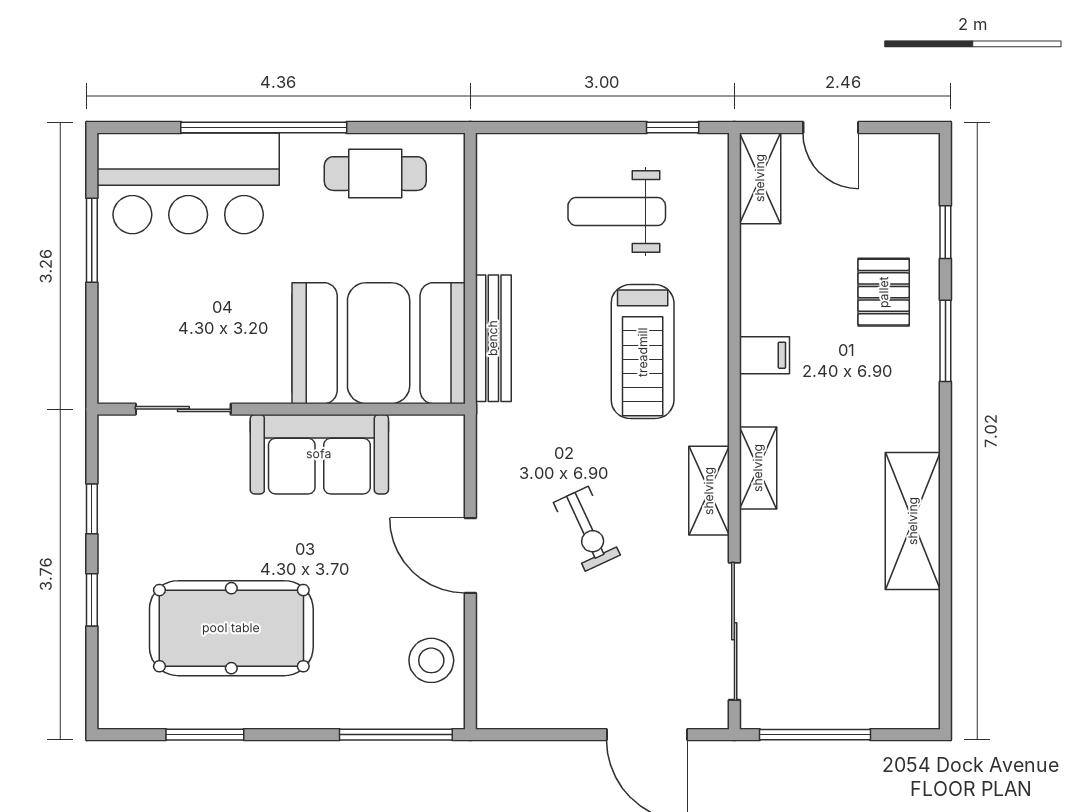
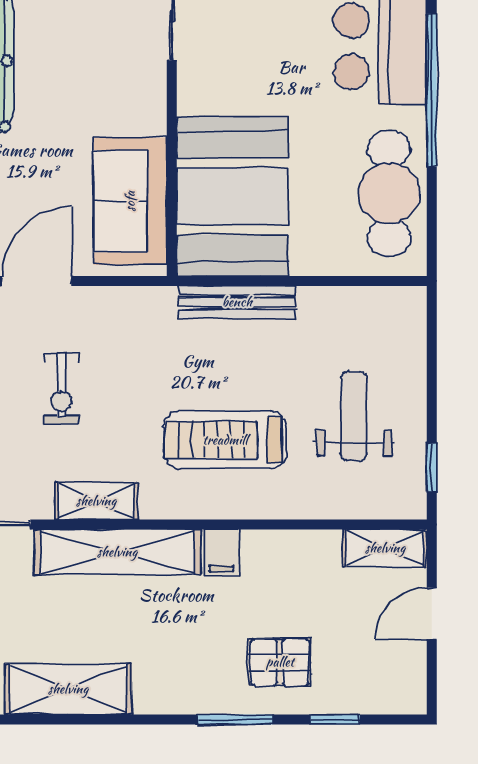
cafe table: (375, 174) -> (389, 193), width x1.37, depth x1.35
sofa: (319, 454) -> (130, 201), moved
shelving: (758, 468) -> (117, 552), width x2.20, depth x1.33
exercise bike: (587, 529) -> (61, 388), turned -65

